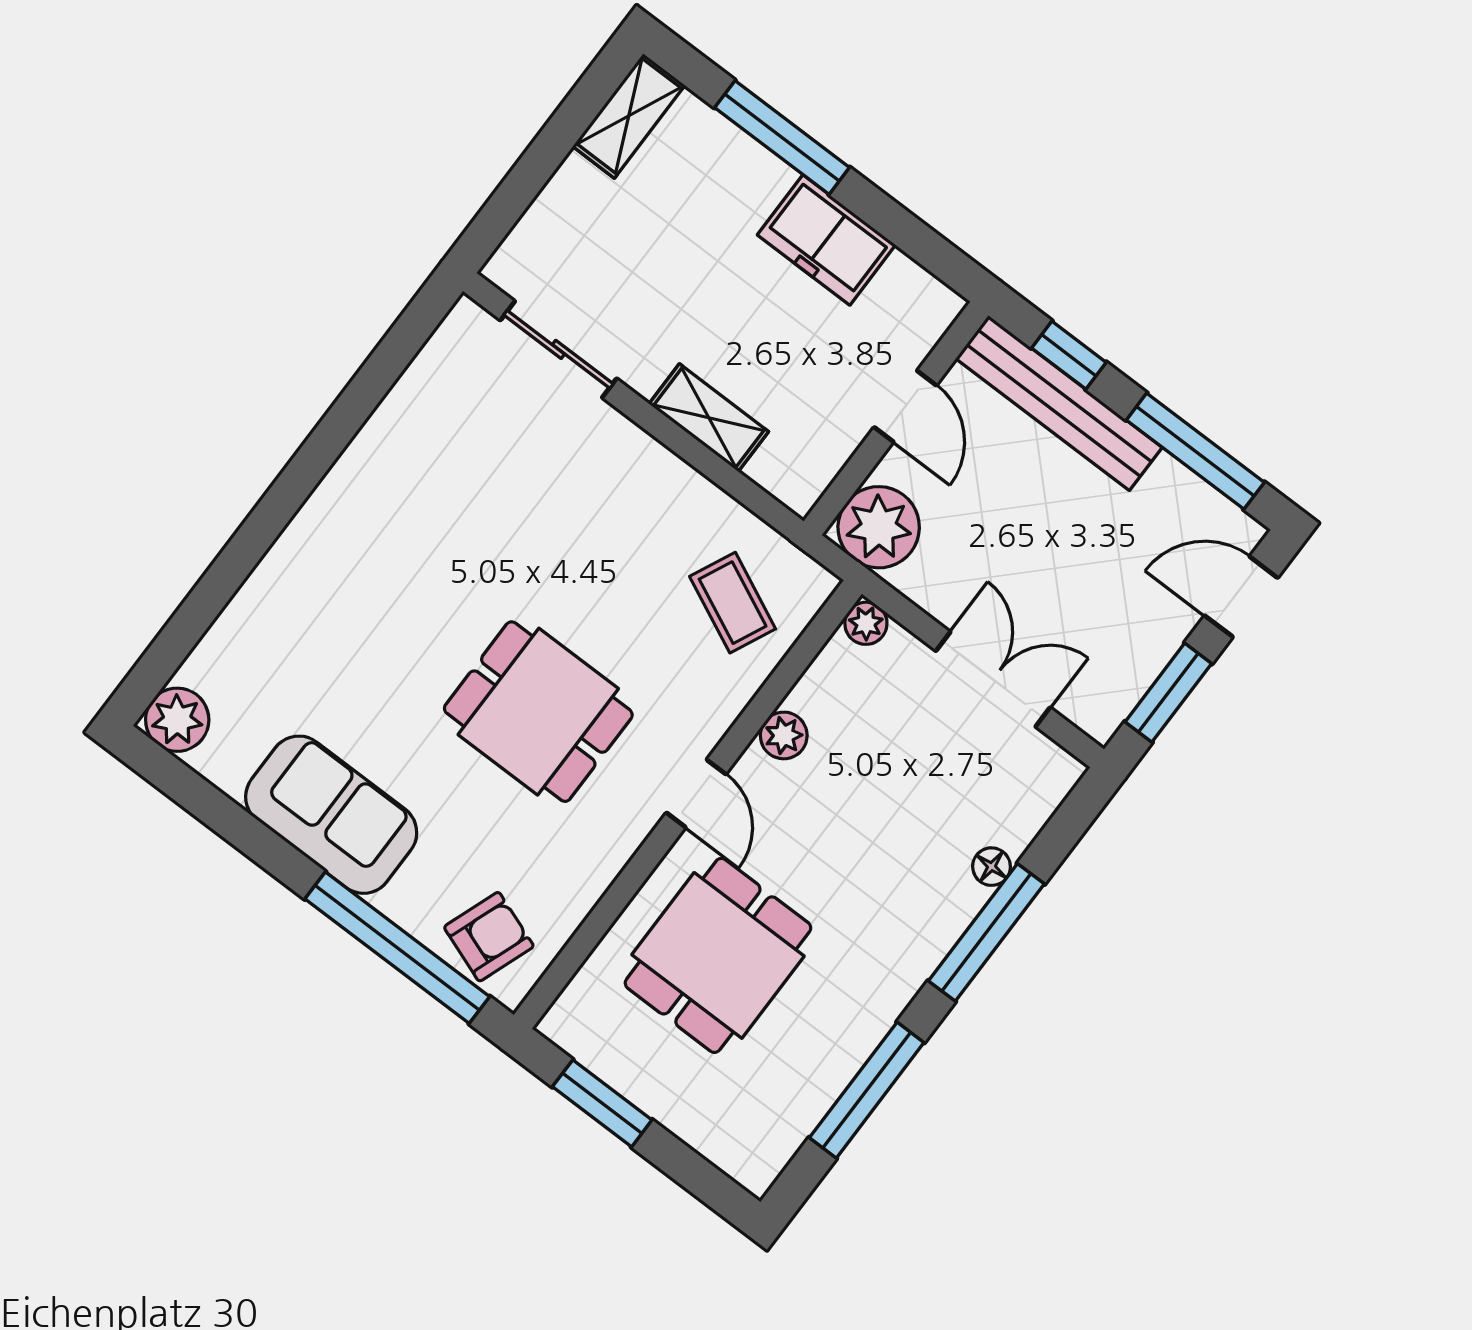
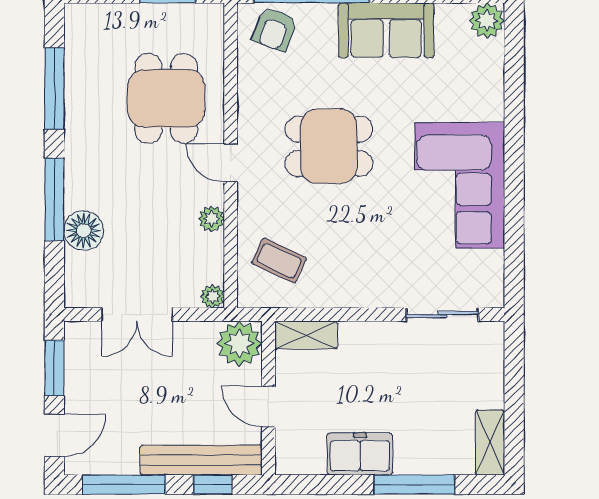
shelving: (709, 418) -> (306, 335), moved
corner sofa: (394, 514) -> (460, 185), added
floor lamp: (992, 867) -> (84, 231), width x1.89, depth x1.89

